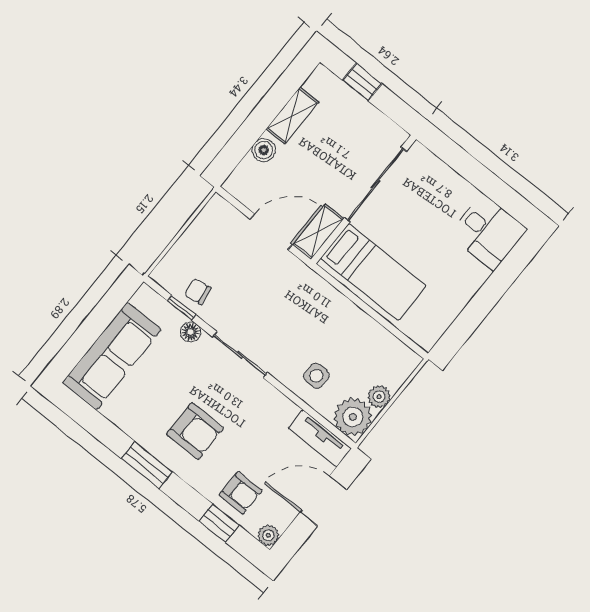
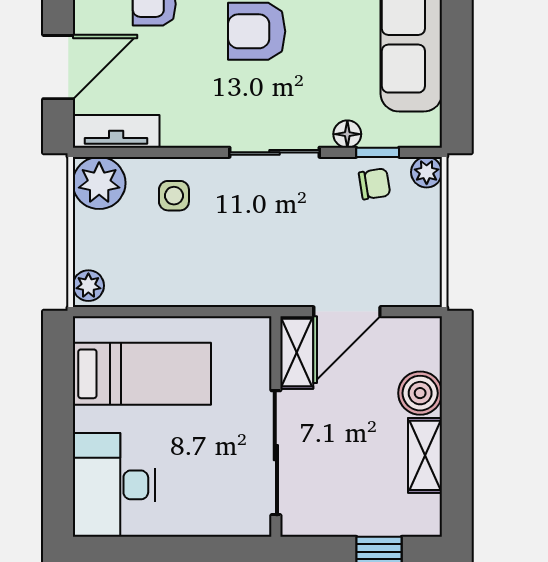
boiler: (264, 150) -> (420, 393), width x1.36, depth x1.36
desk: (488, 232) -> (114, 485), width x1.37
bed: (373, 272) -> (142, 374), moved, turned 180
plant: (163, 275) -> (427, 172), added
plant: (379, 397) -> (88, 286), moved

